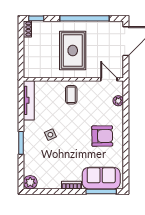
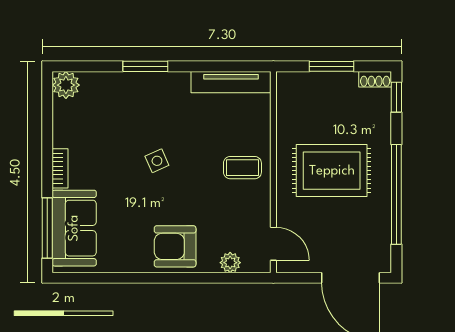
window: (21, 51) -> (331, 66), added
door: (109, 79) -> (273, 244), hinge flipped
side table: (50, 135) -> (157, 161), moved
armchair: (102, 136) -> (175, 246), moved, turned 91

